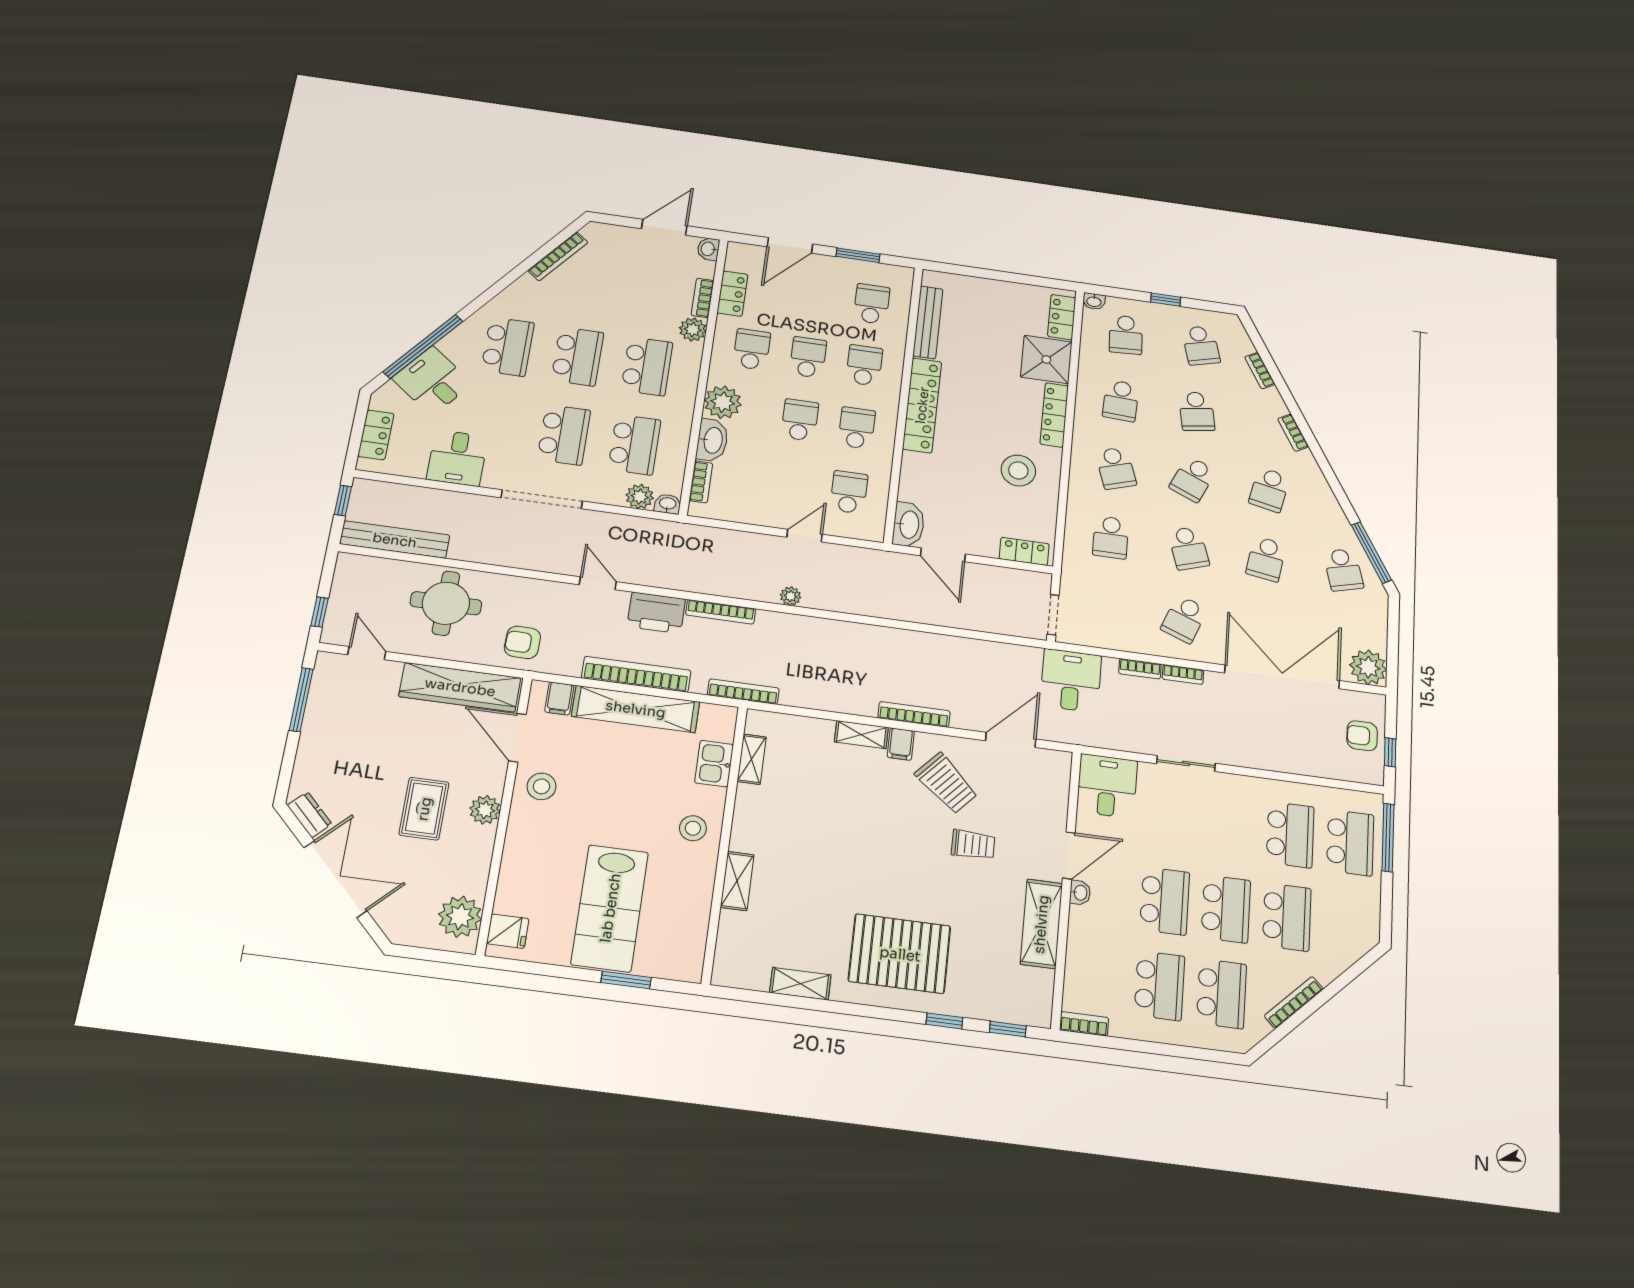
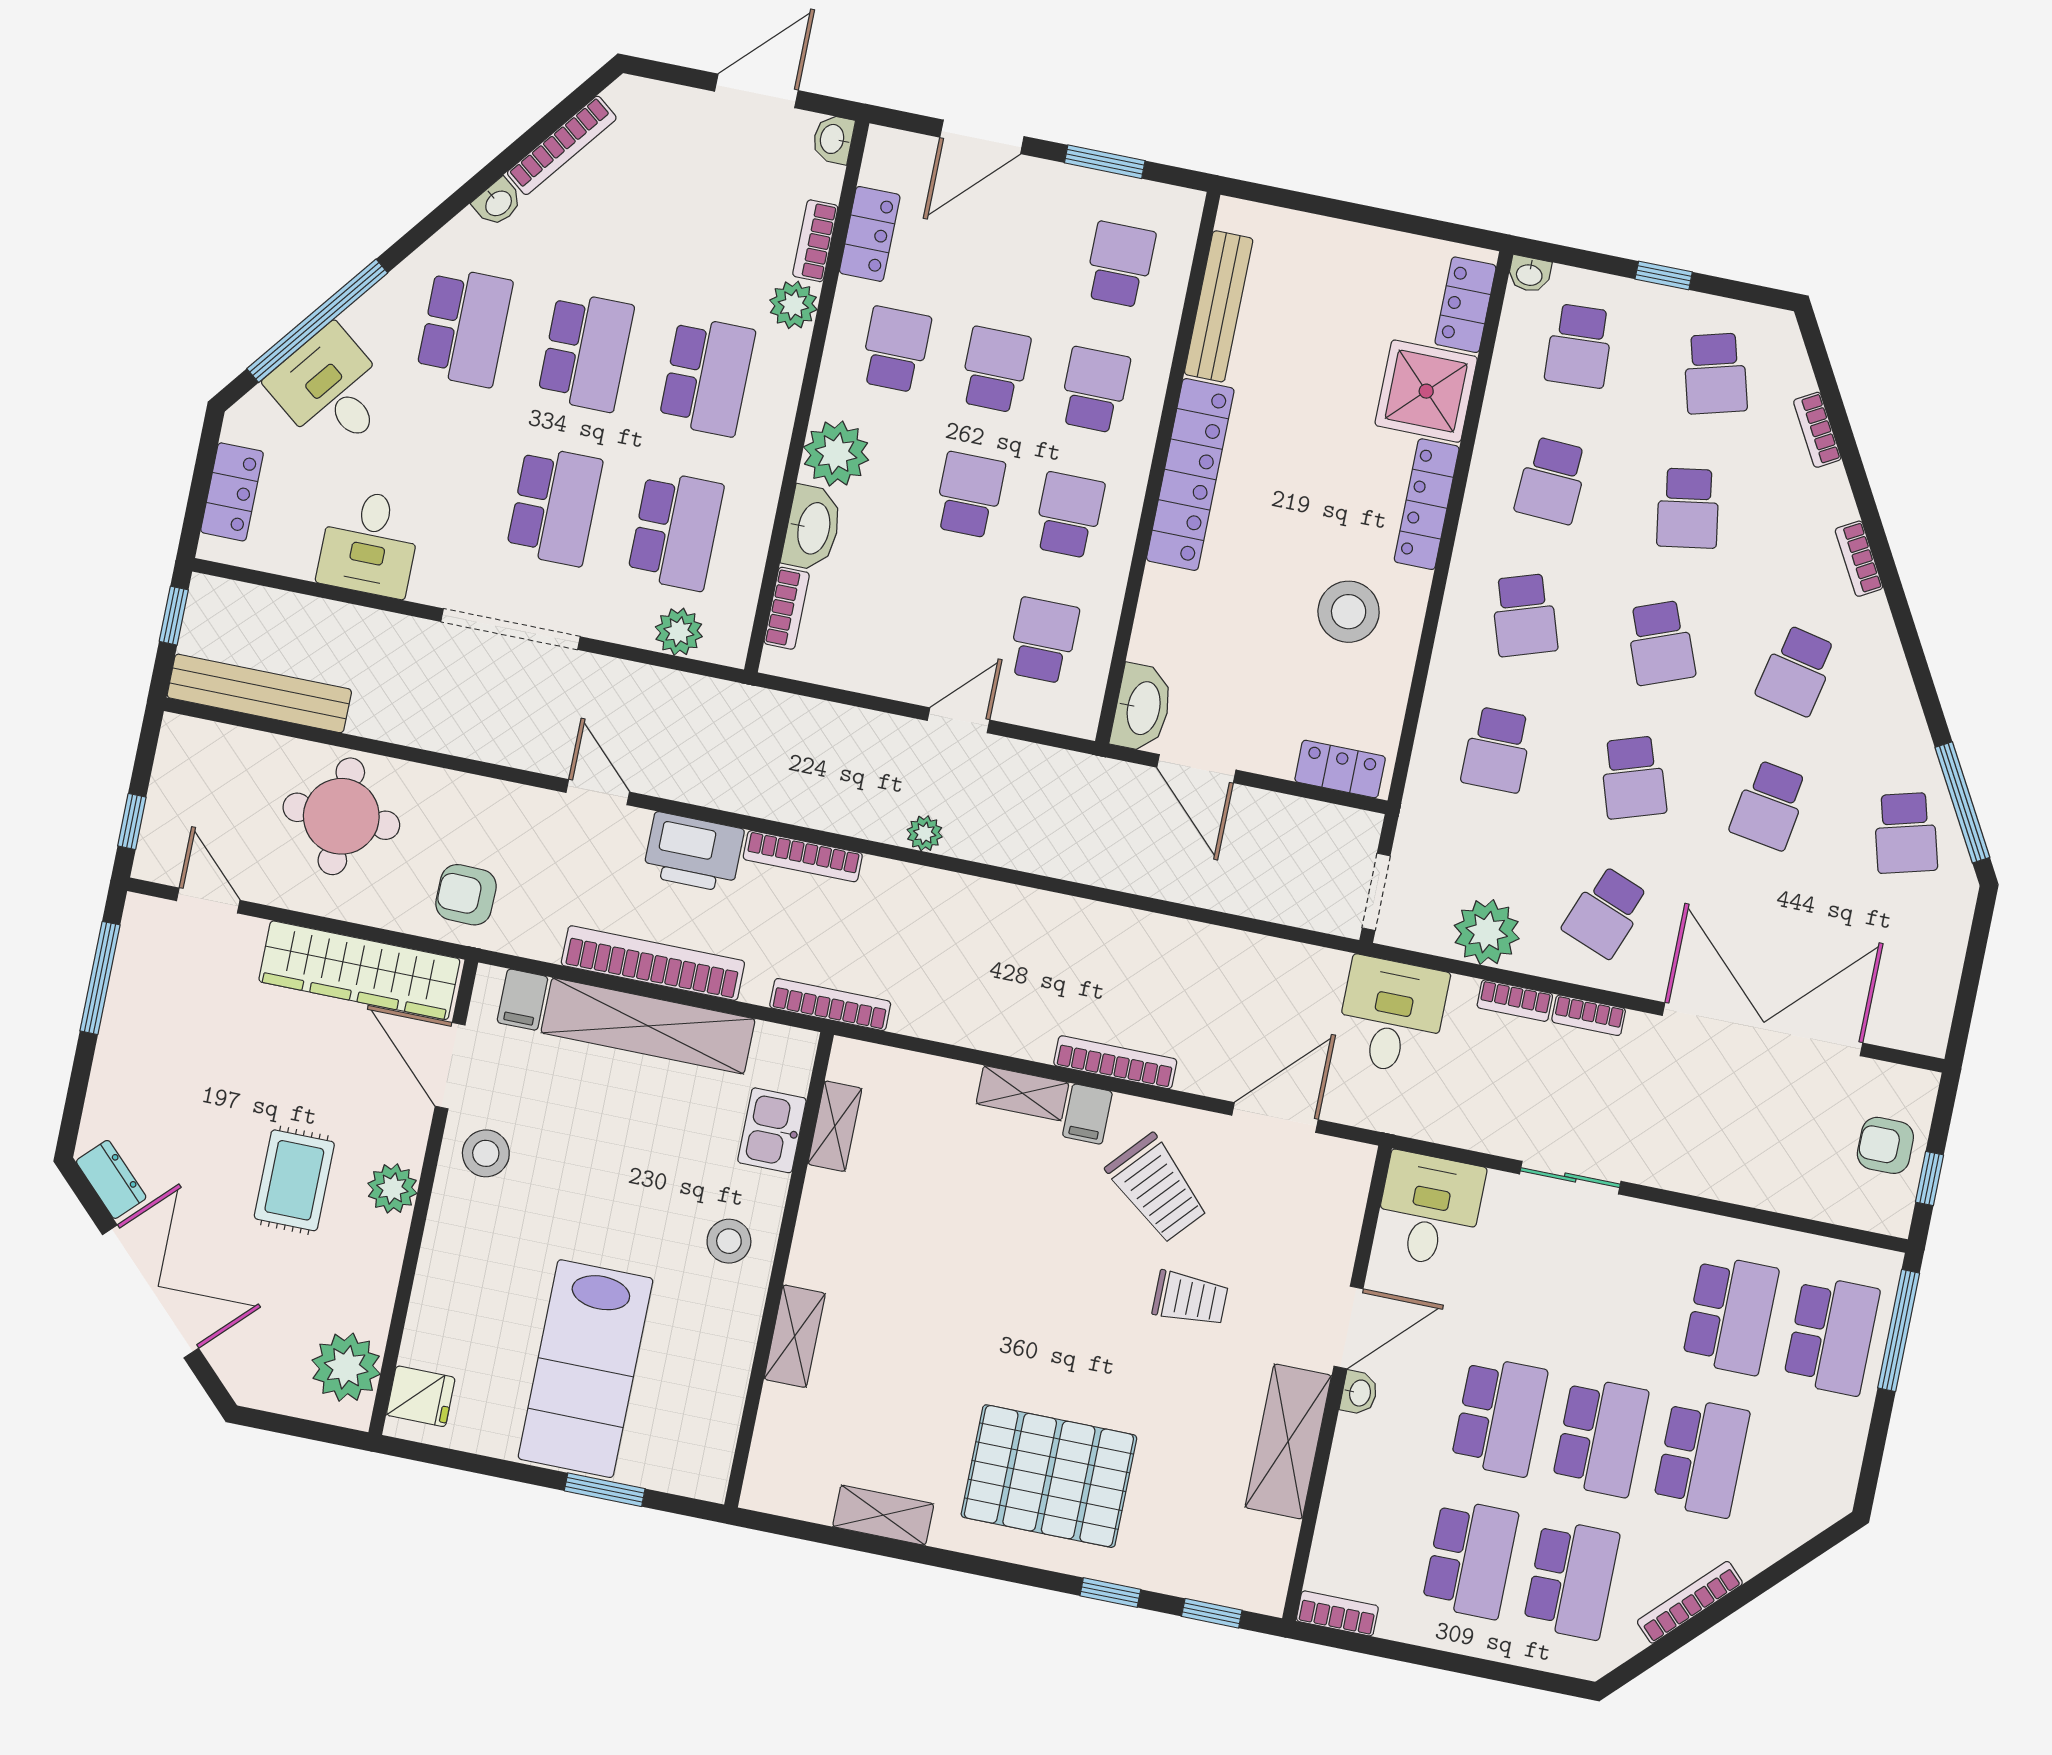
school desk: (1193, 479) -> (1661, 643), turned -45
washbasin: (668, 504) -> (498, 203), moved, turned 128
plant: (1368, 667) -> (1487, 932), moved

